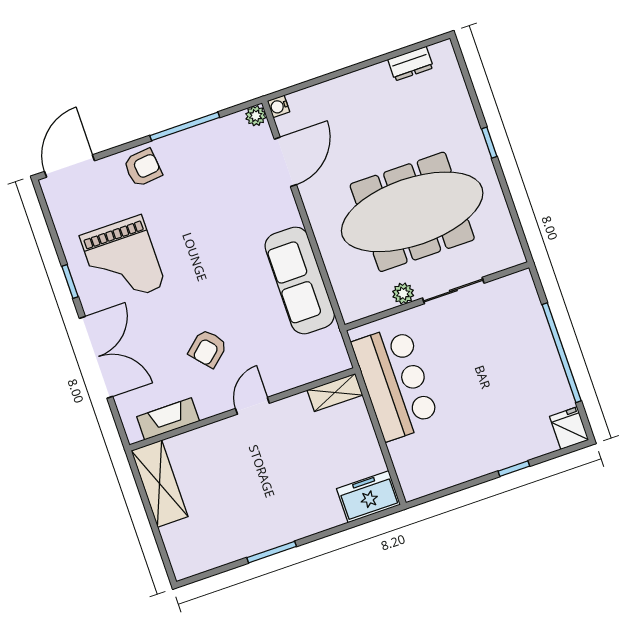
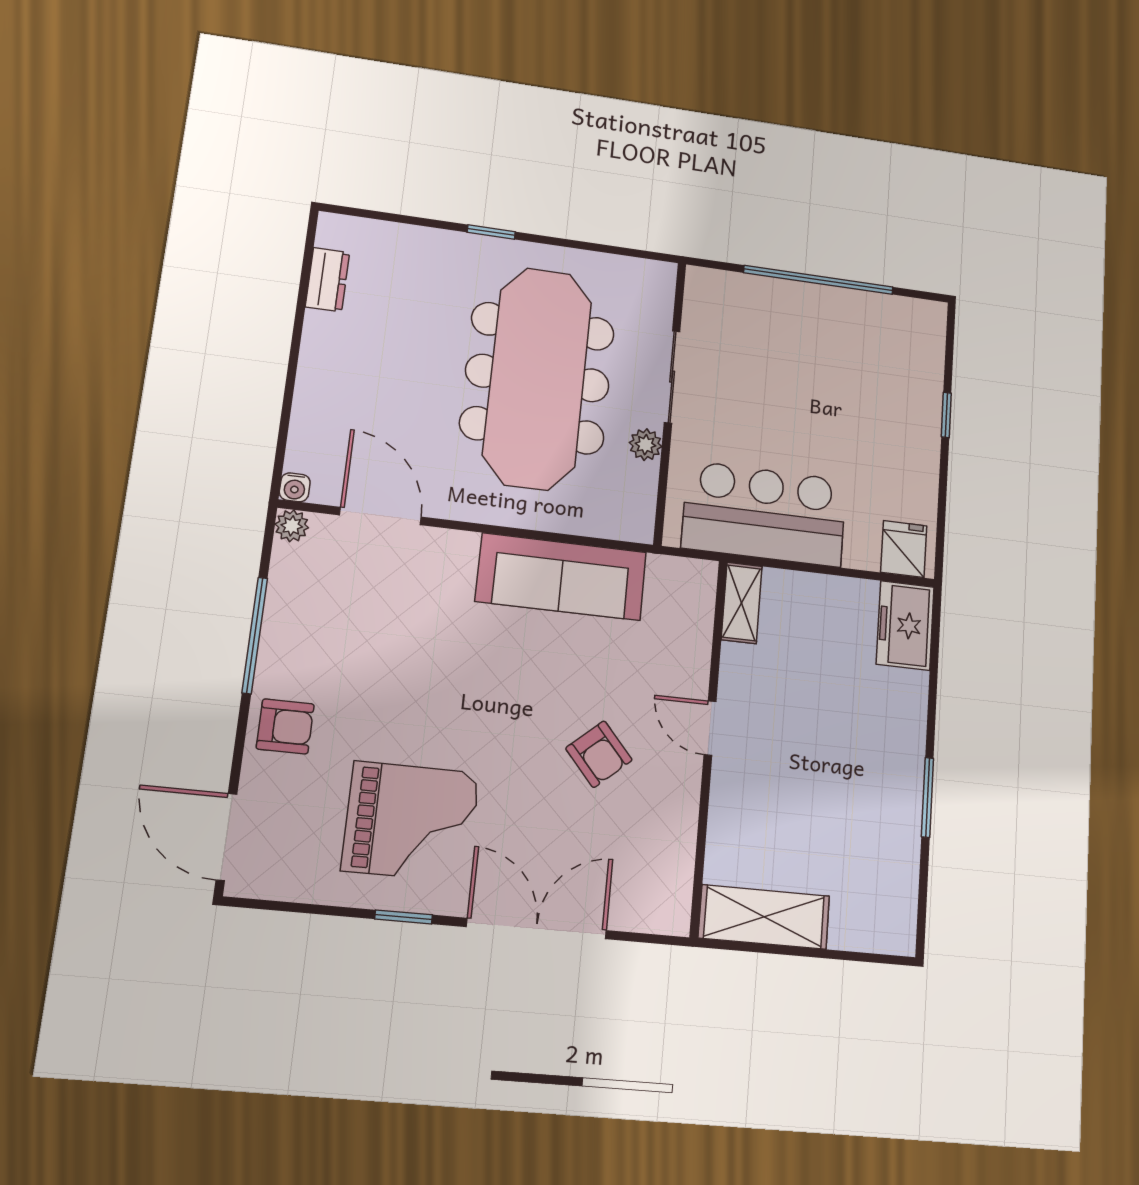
armchair: (143, 168) -> (285, 726), turned 96
fireplace: (168, 419) -> (676, 861), removed
fridge: (569, 428) -> (904, 549), moved, turned 90

